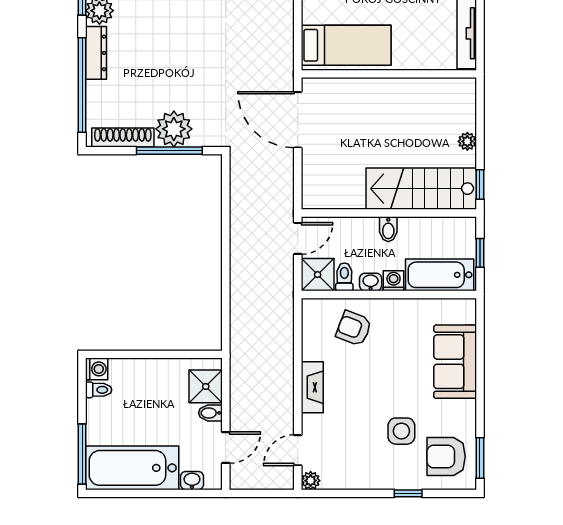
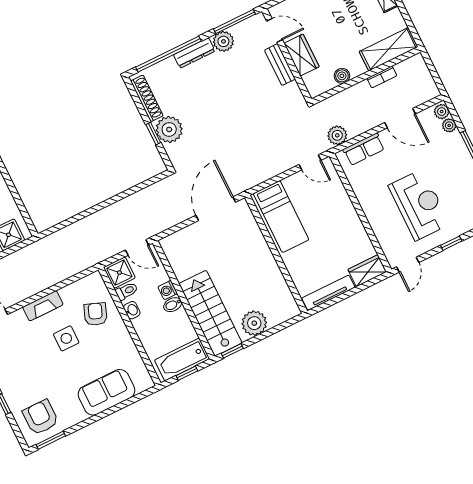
plant: (467, 141) -> (254, 323), width x1.88, depth x1.88
window: (169, 151) -> (153, 134), width x0.46
bathtub: (440, 275) -> (182, 359), moved, turned -90
washing machine: (394, 281) -> (168, 290), moved, turned 180
side table: (401, 431) -> (66, 338), moved

